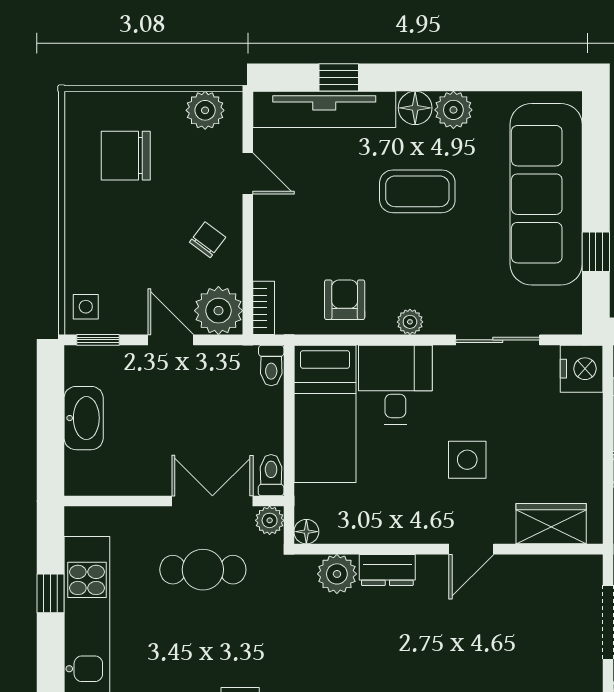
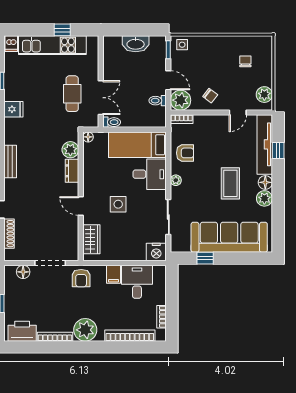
chair: (126, 156) -> (245, 61), width x0.54, depth x0.54
door: (171, 340) -> (168, 80), hinge flipped
toilet: (271, 365) -> (158, 101), moved
plant: (270, 520) -> (93, 122), removed

